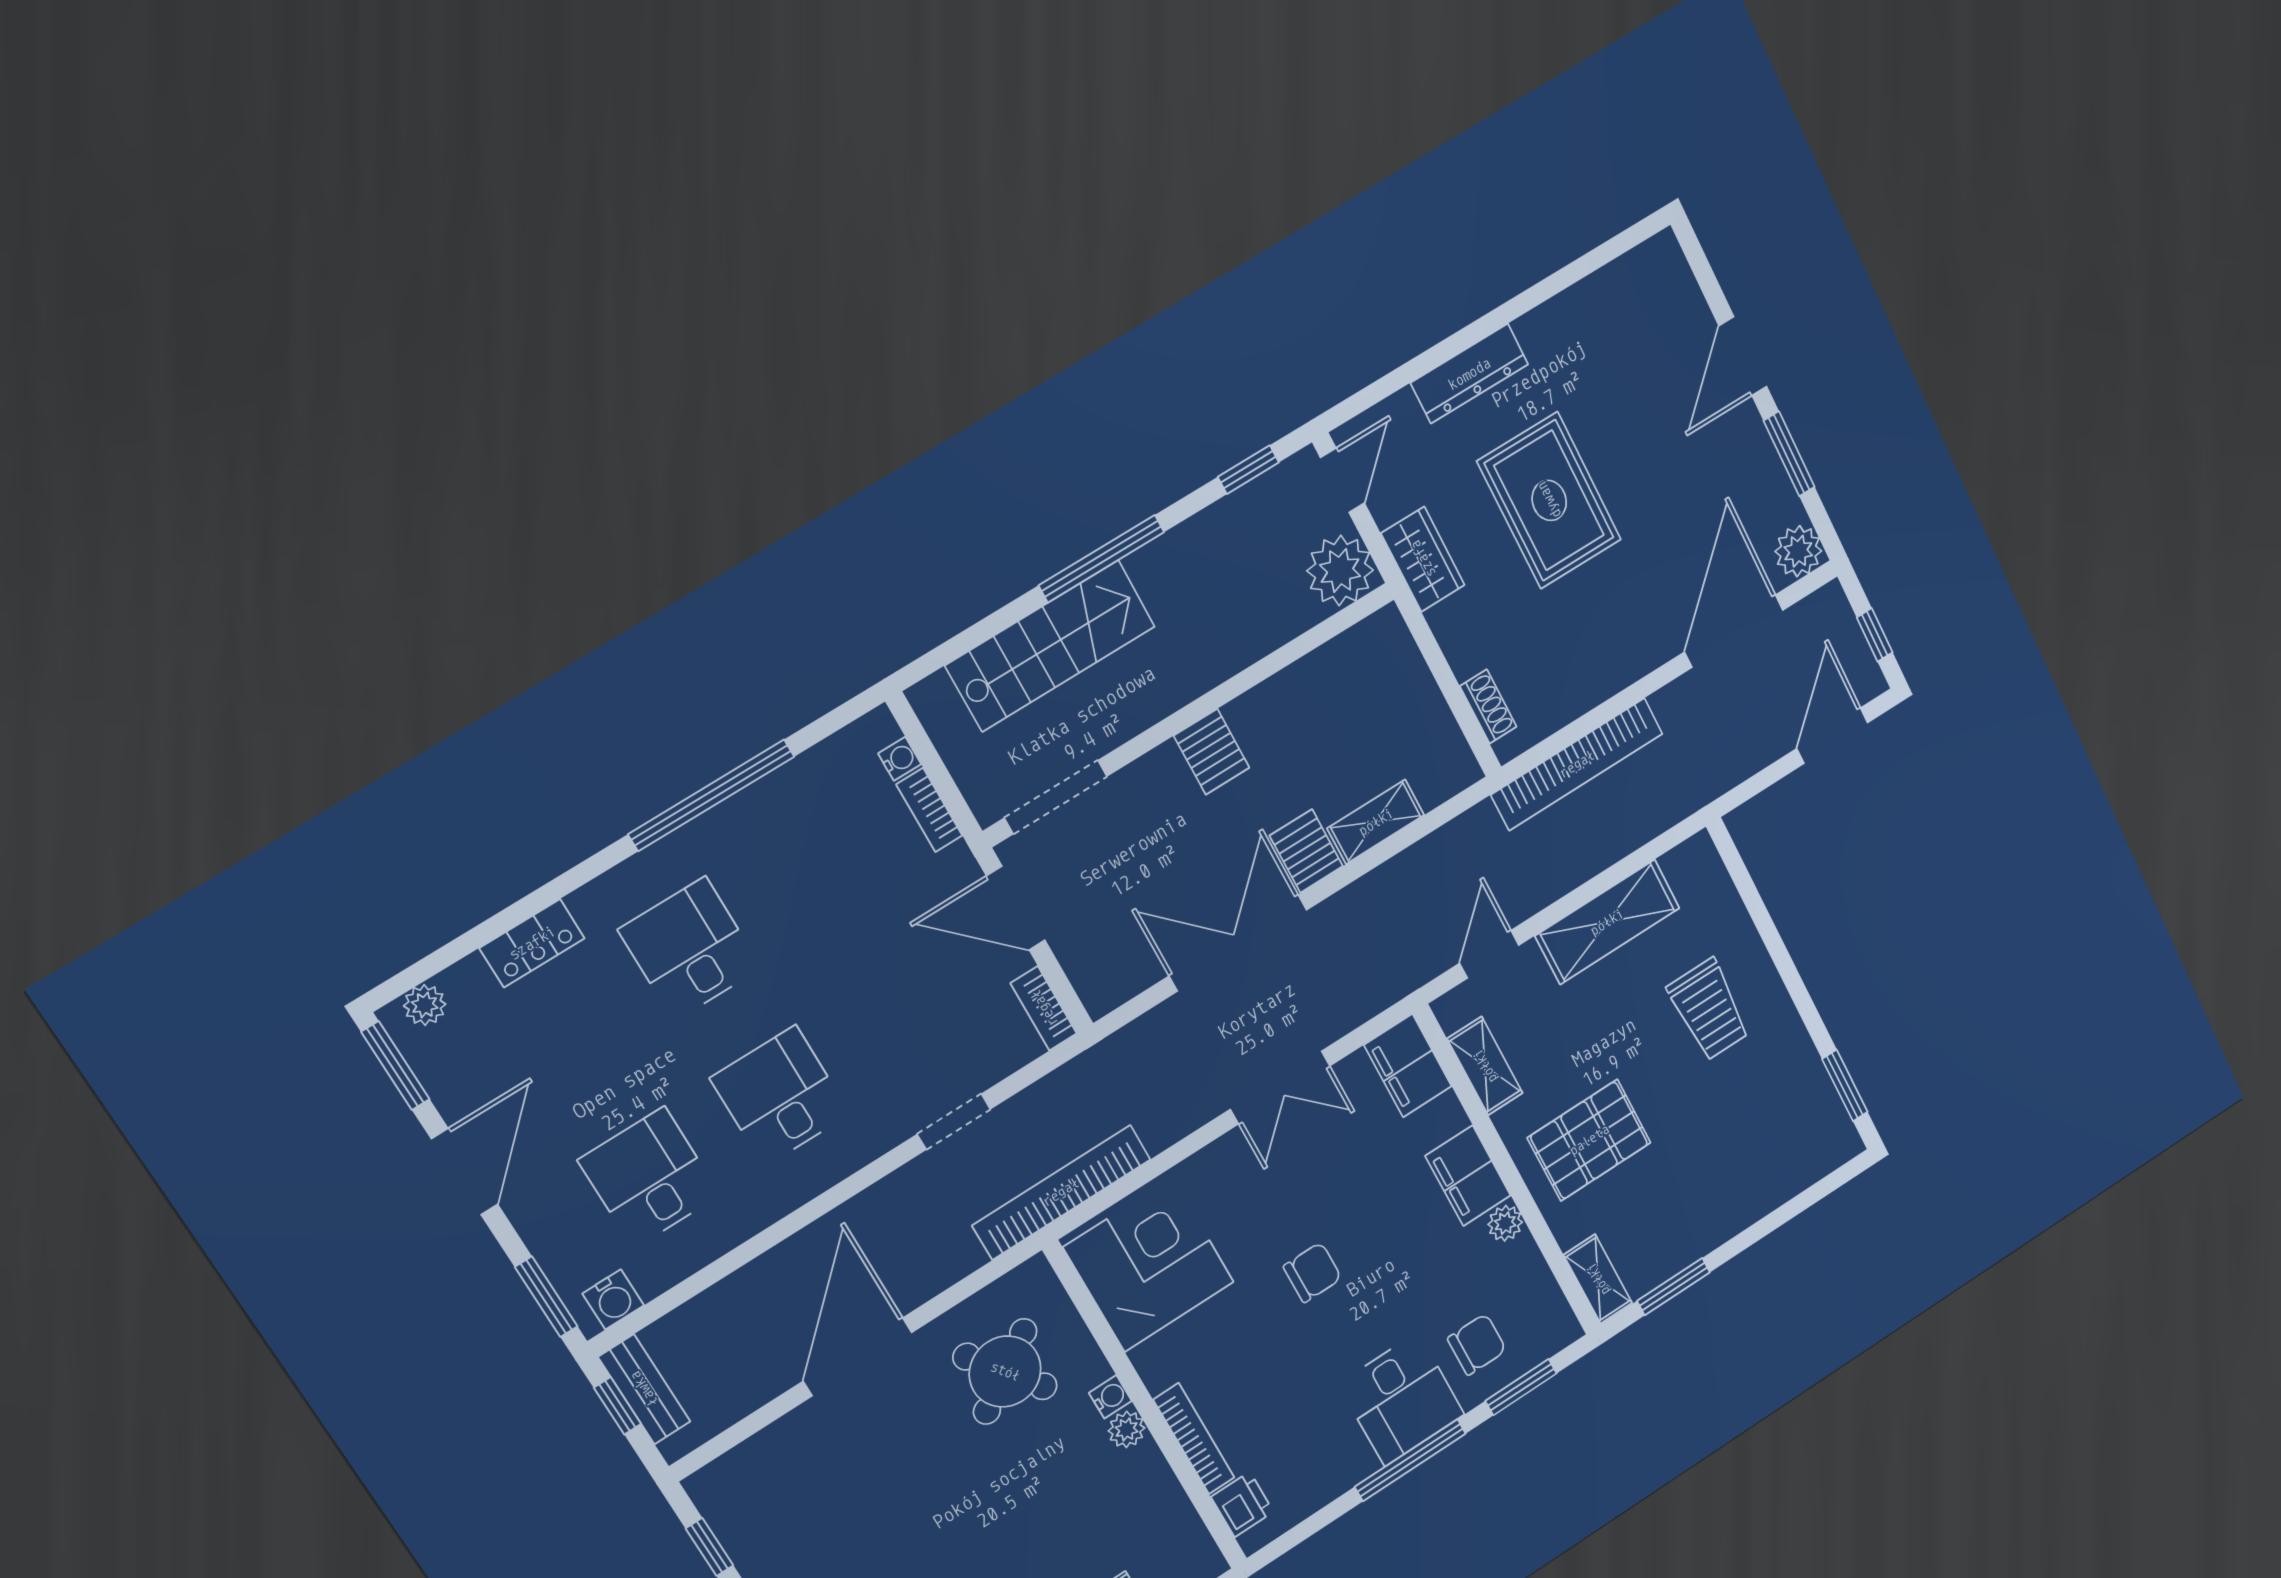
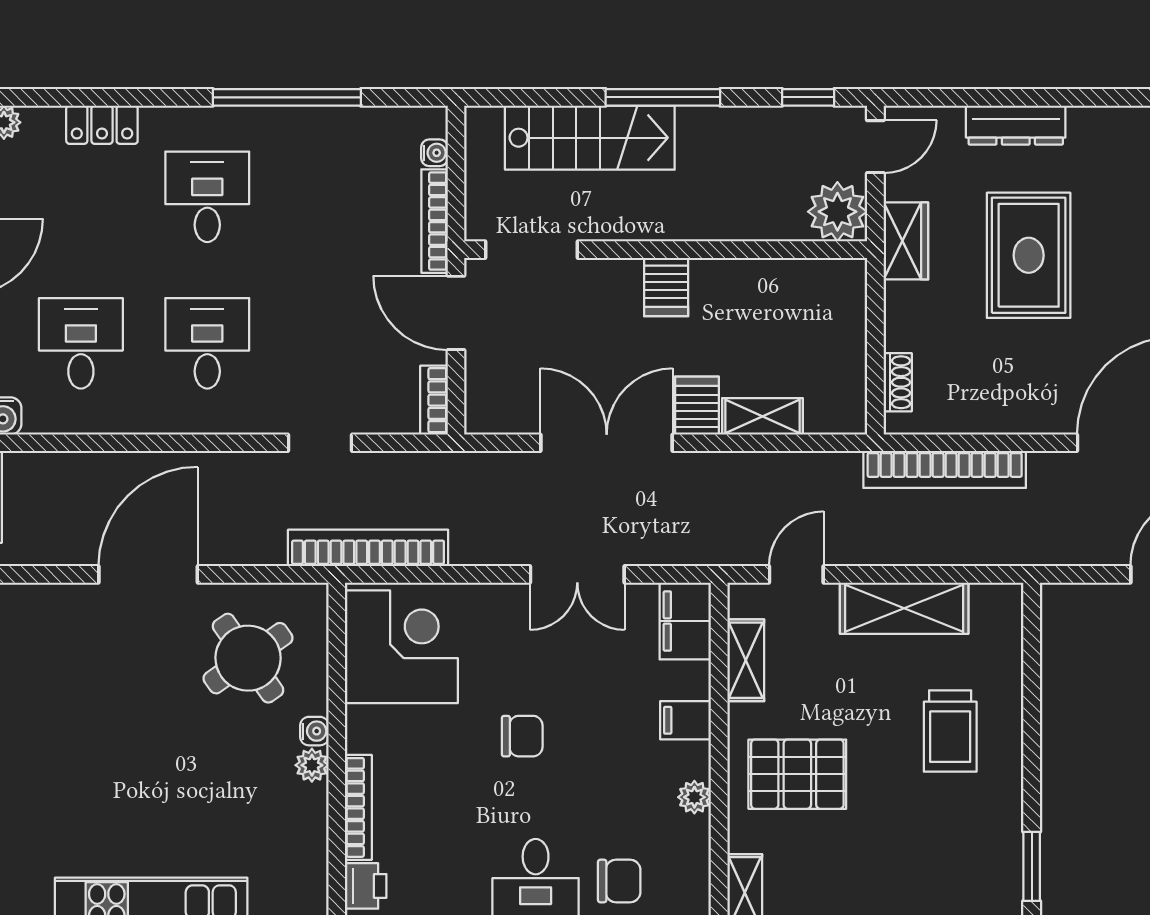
bookcase: (929, 810) -> (435, 221), width x1.56
filing cabinet: (1468, 1176) -> (685, 720), width x0.50

